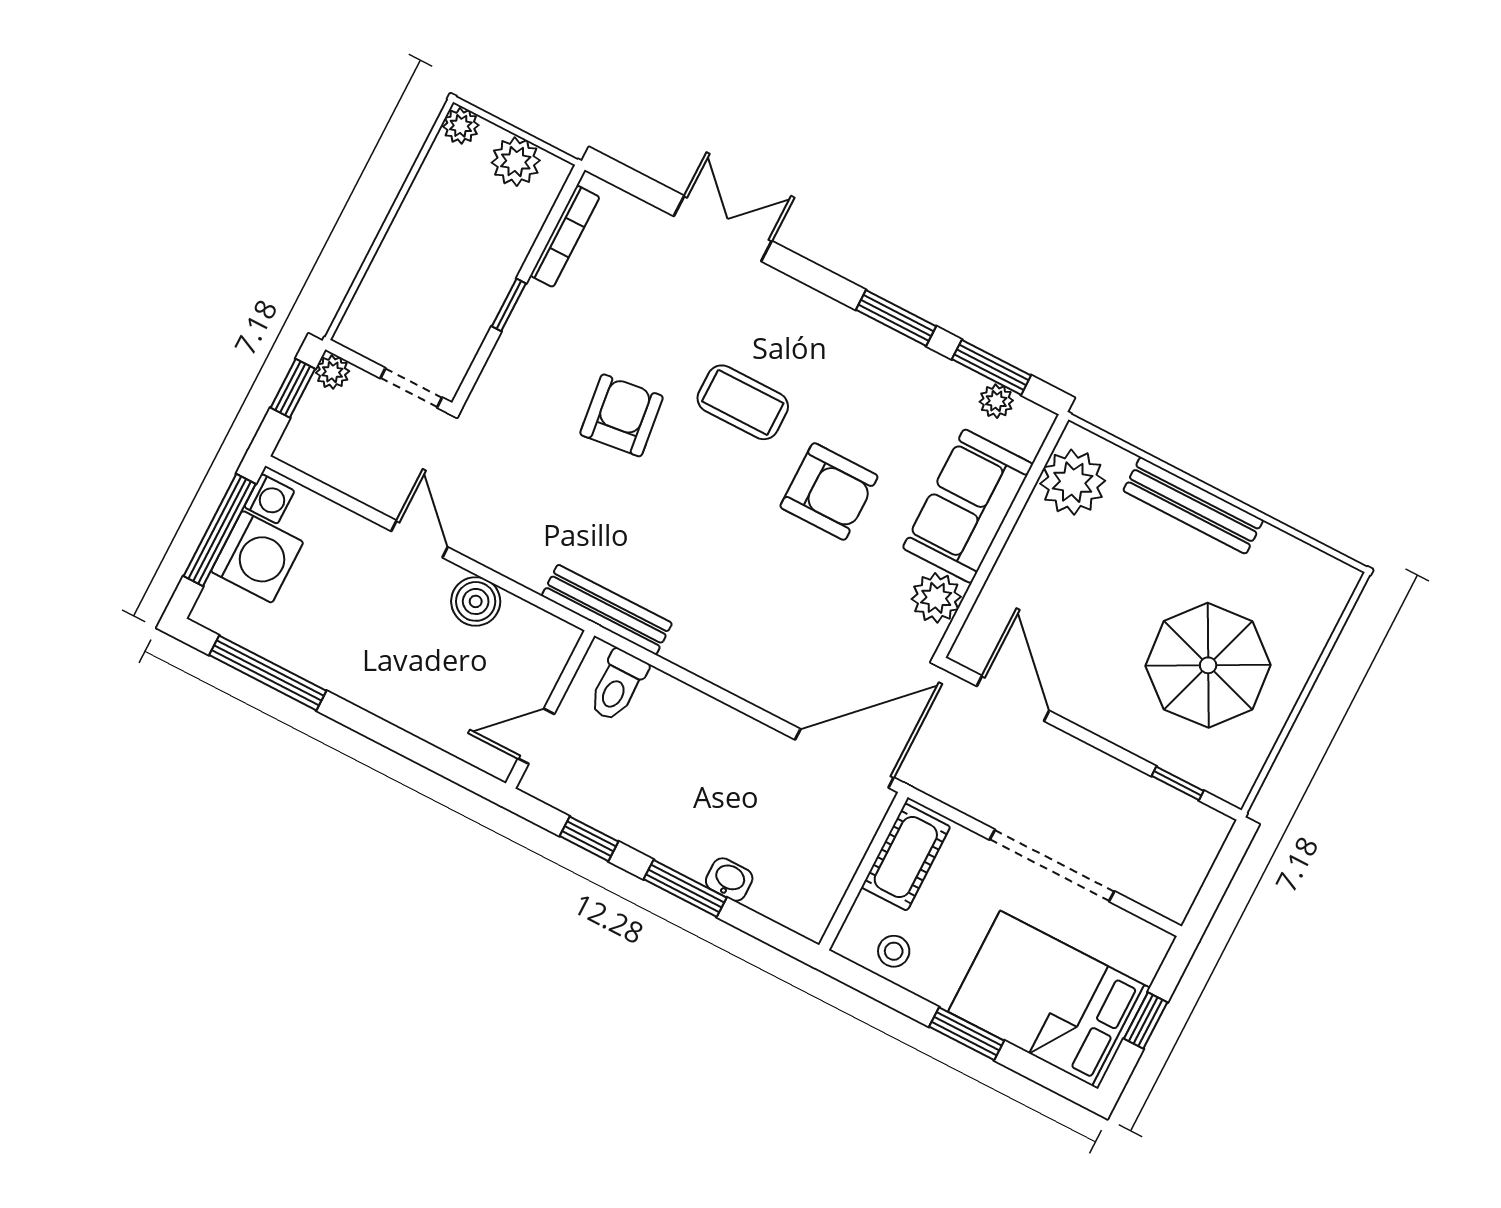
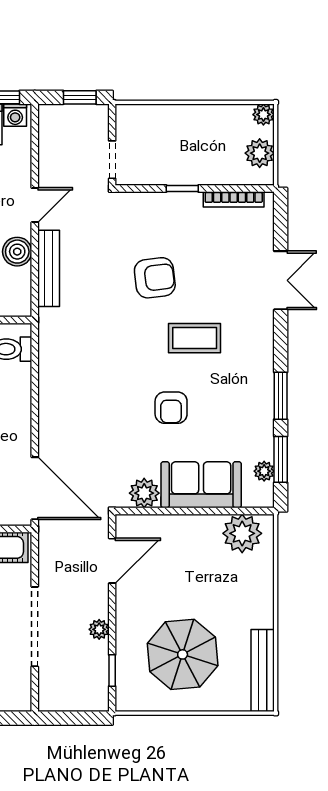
plant: (332, 372) -> (99, 629), moved
coffee table: (743, 402) -> (195, 338), turned 90
armchair: (829, 491) -> (171, 408), width x0.72, depth x0.72
bench: (1193, 505) -> (263, 671), moved
bench: (607, 610) -> (49, 268), moved

